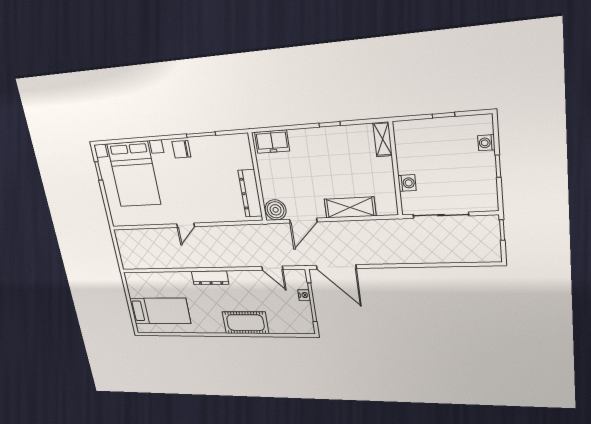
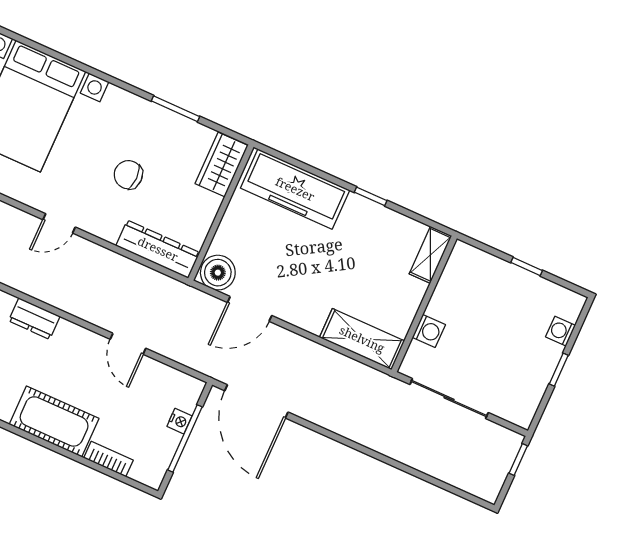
freezer: (272, 142) -> (295, 189), width x1.91, depth x1.26
chair: (181, 149) -> (128, 175), moved
wardrobe: (242, 151) -> (221, 164), added
dresser: (250, 193) -> (158, 249), moved, turned 90
shelving: (350, 207) -> (362, 339), moved
door: (272, 268) -> (128, 344), moved
dresser: (210, 278) -> (34, 319), width x0.70
bookcase: (282, 329) -> (108, 459), added

